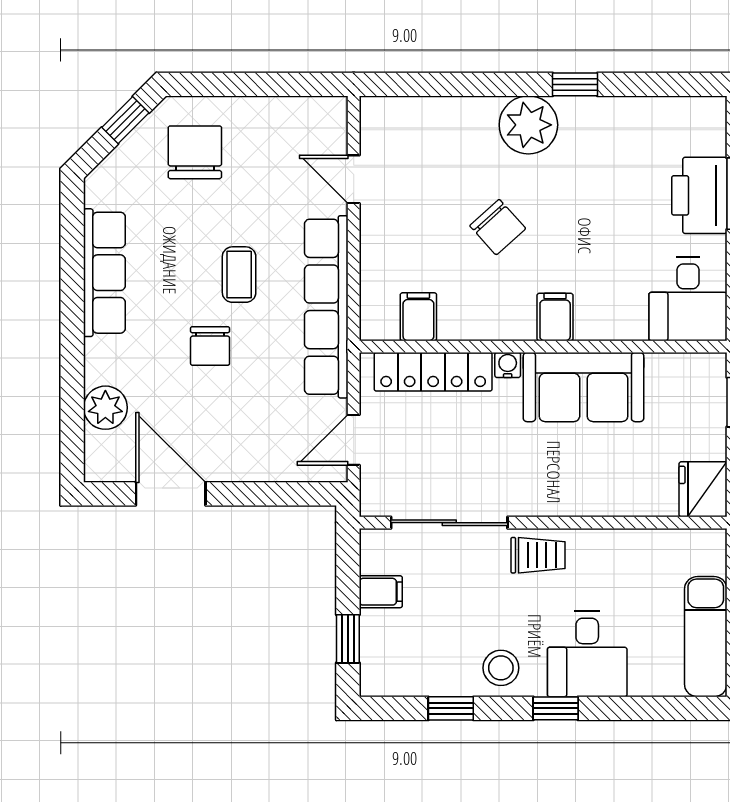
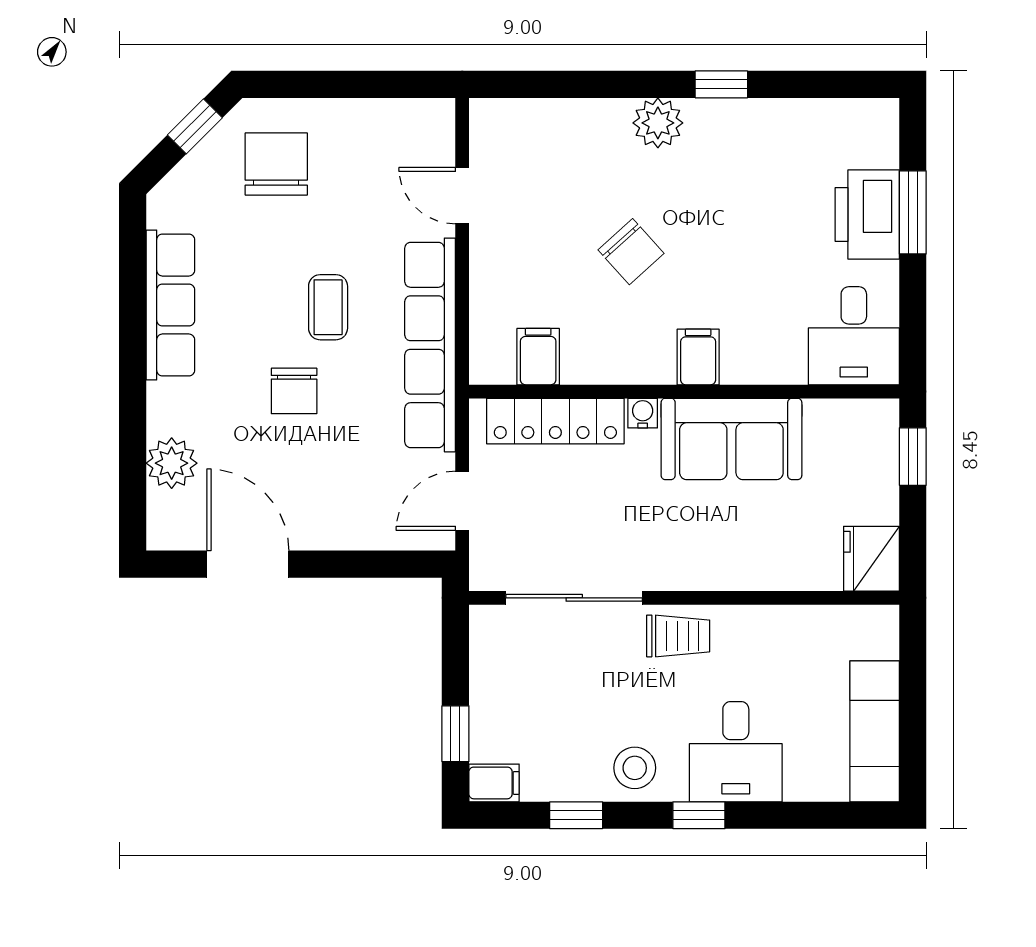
plant: (528, 125) -> (658, 123), width x0.73, depth x0.73
filing cabinet: (381, 592) -> (494, 783), moved

